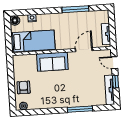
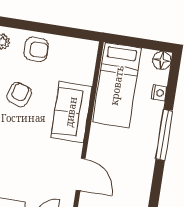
window: (75, 9) -> (164, 135), moved
armchair: (49, 91) -> (19, 94), added

